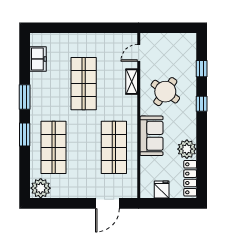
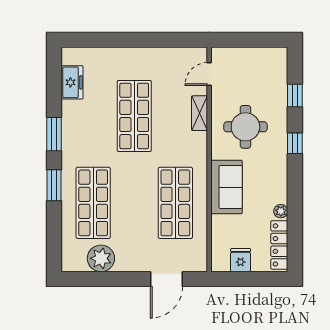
round table: (165, 92) -> (245, 127), turned -36
plant: (187, 149) -> (281, 211), width x0.53, depth x0.53
plant: (41, 188) -> (101, 258), moved

